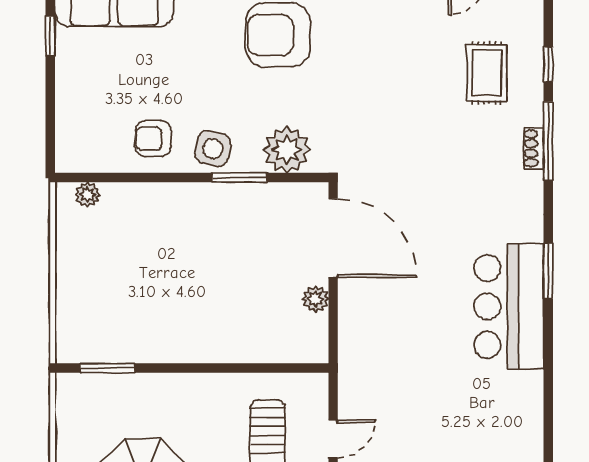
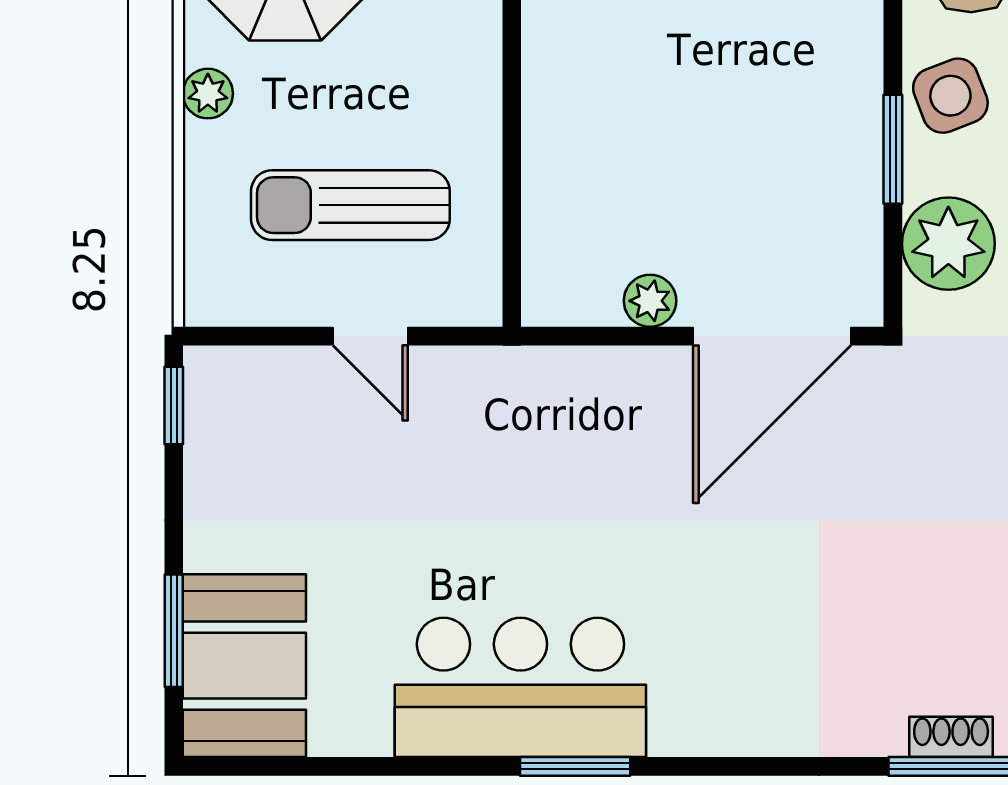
side table: (213, 149) -> (950, 96), turned -32
window: (548, 271) -> (575, 766), moved
bar counter: (509, 306) -> (520, 687), moved

